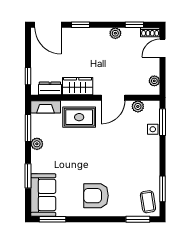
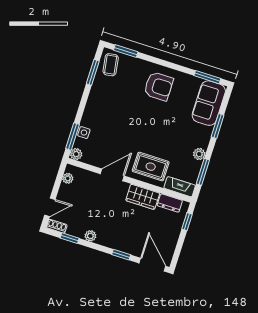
plant: (138, 106) -> (76, 154), moved

